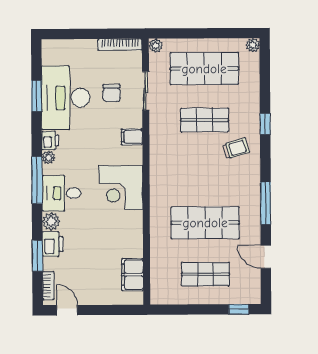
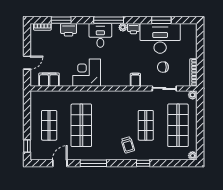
corner desk: (121, 188) -> (87, 73), moved
plant: (51, 221) -> (83, 29), removed
door: (67, 310) -> (27, 63), moved

